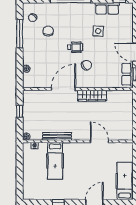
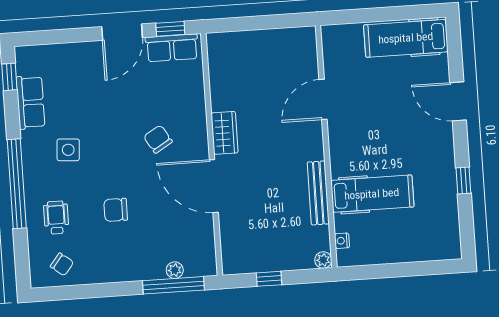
chair: (48, 31) -> (116, 210), moved
side table: (98, 31) -> (68, 150), moved
window: (20, 34) -> (173, 285), moved
wheelchair: (75, 47) -> (56, 218), moved
wardrobe: (92, 96) -> (225, 133), width x0.67

